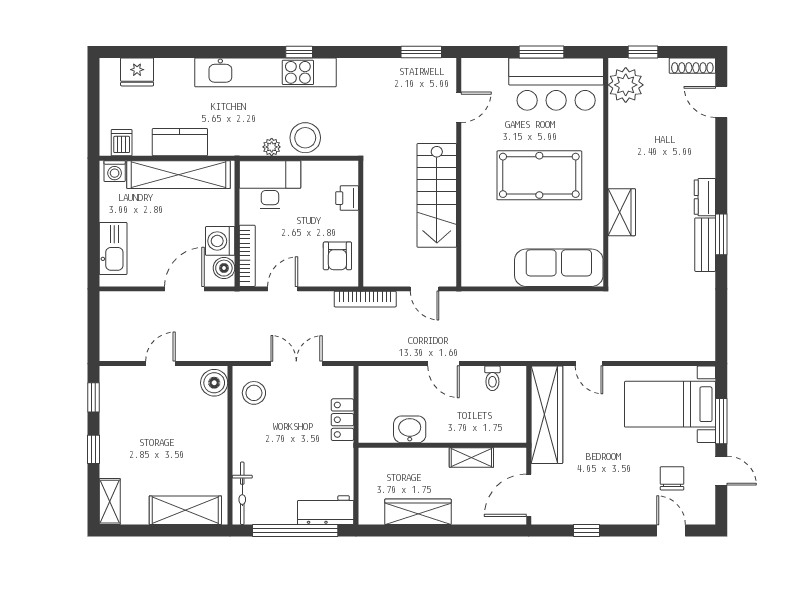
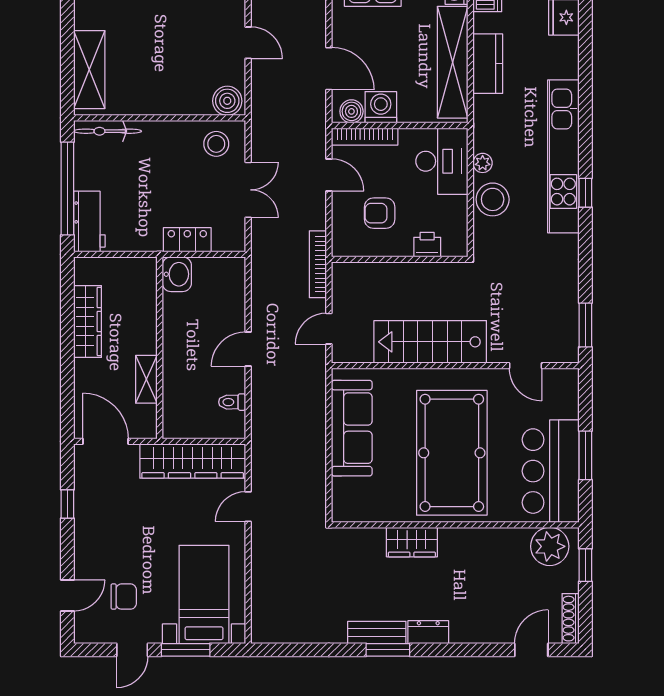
pool table: (539, 175) -> (452, 453), width x1.36, depth x1.32
armchair: (337, 256) -> (380, 213), moved
sofa: (559, 268) -> (352, 428), moved
washbasin: (410, 429) -> (177, 274), moved

